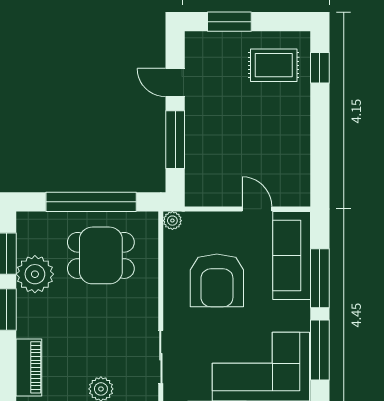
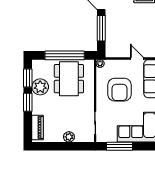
dining table: (101, 255) -> (69, 79), width x1.38

